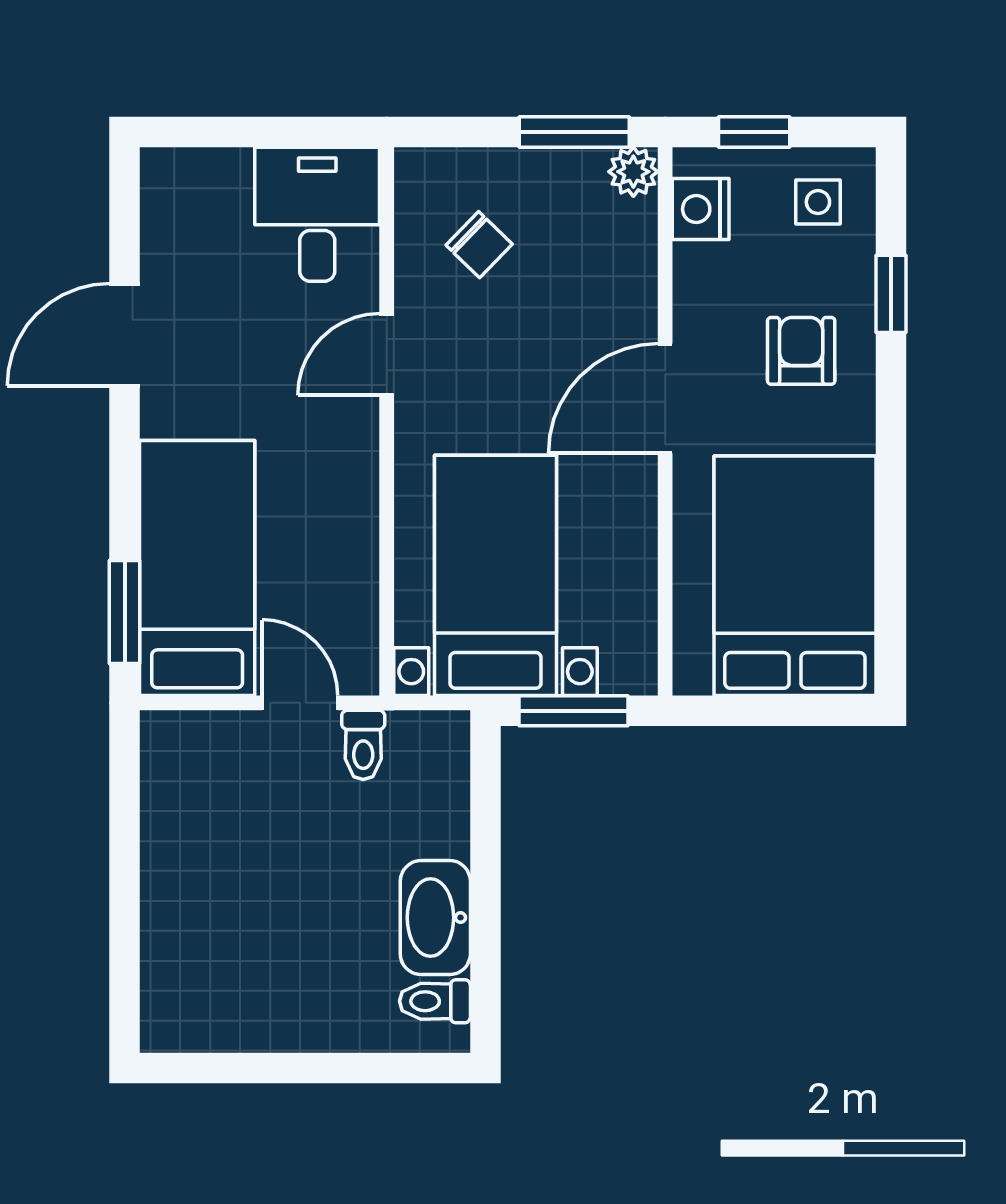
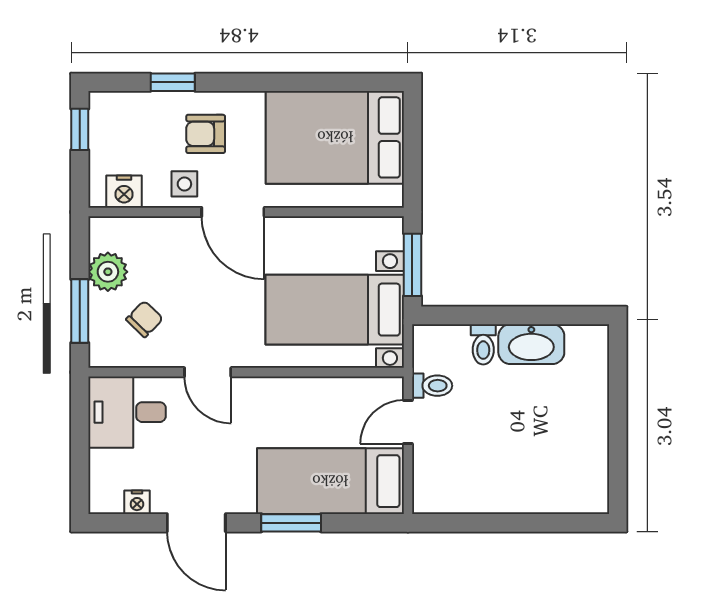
window: (574, 132) -> (80, 311), moved
window: (754, 132) -> (80, 129), moved
plant: (633, 172) -> (108, 272), moved, width x1.38, depth x1.38
side table: (818, 202) -> (184, 184), moved
nightstand: (160, 231) -> (137, 502), added
window: (125, 612) -> (291, 523), moved
toilet: (435, 1001) -> (483, 344), moved

